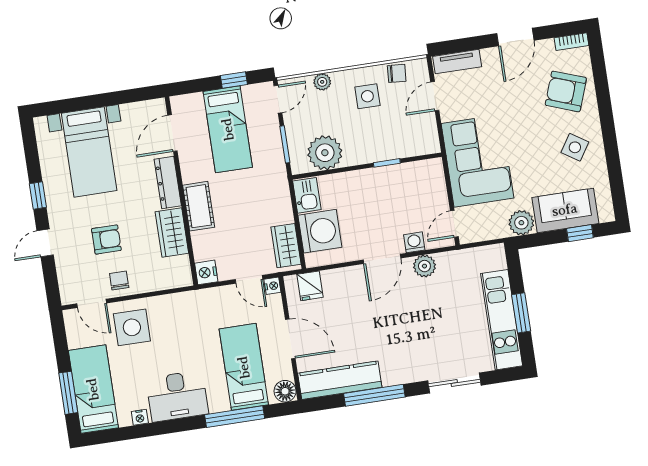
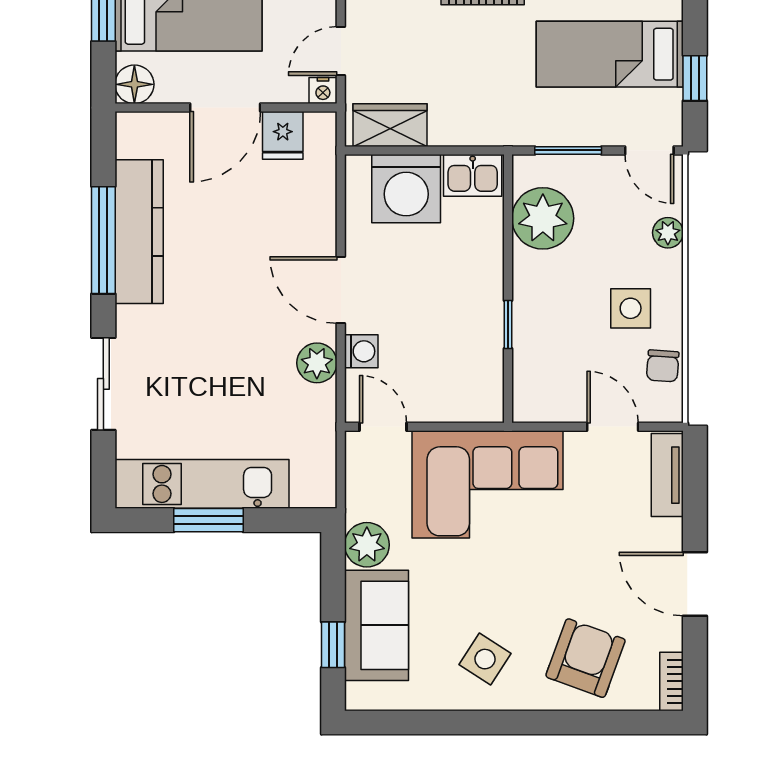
fridge: (310, 286) -> (283, 135), moved, turned -90
kitchen counter: (340, 380) -> (139, 232), moved

